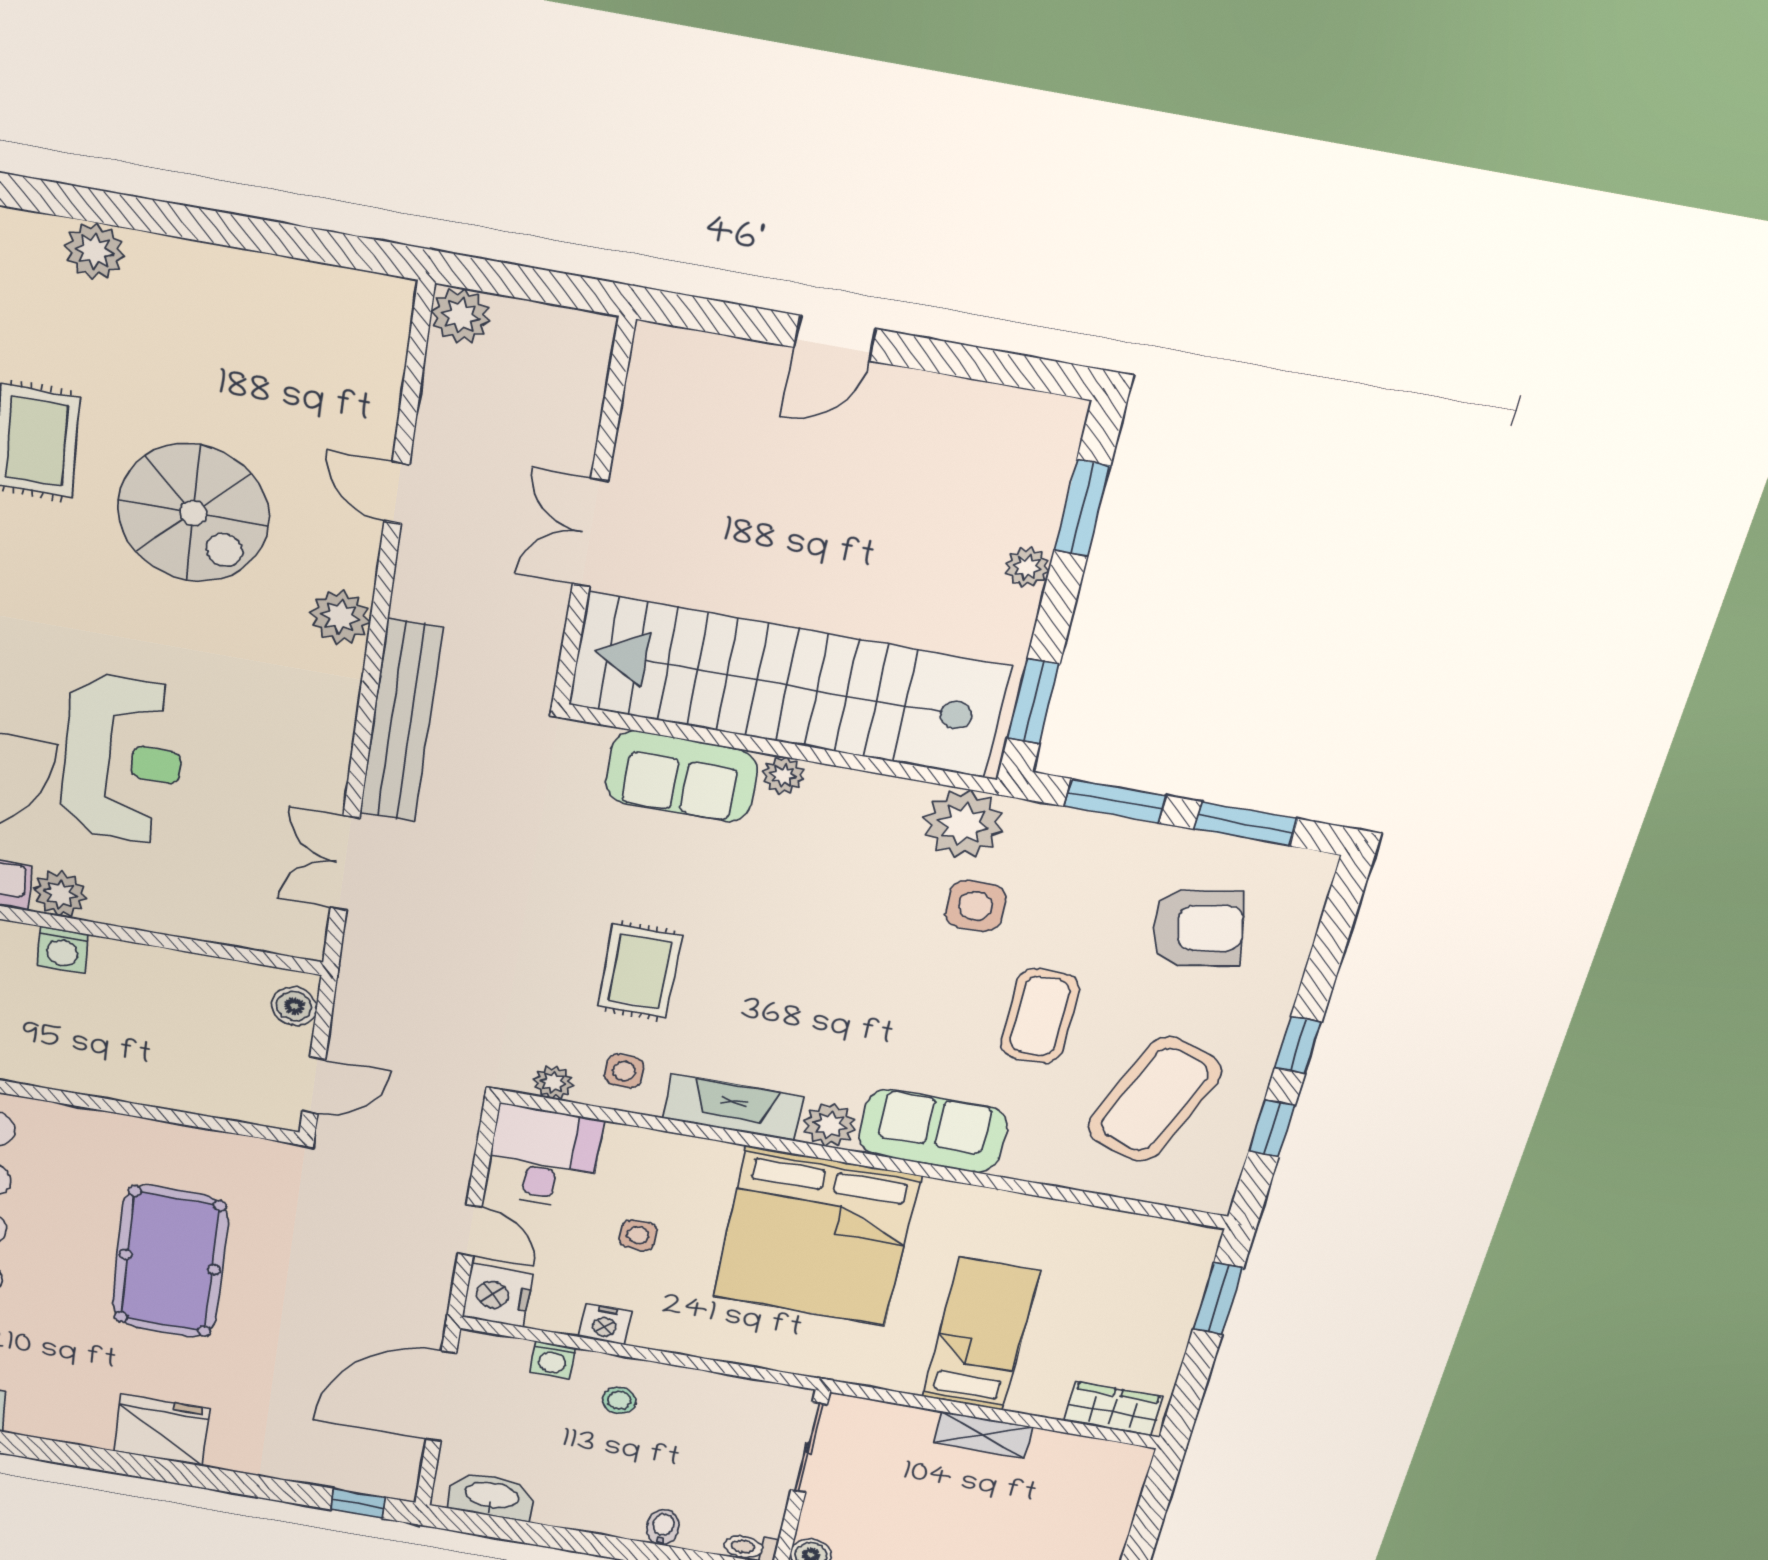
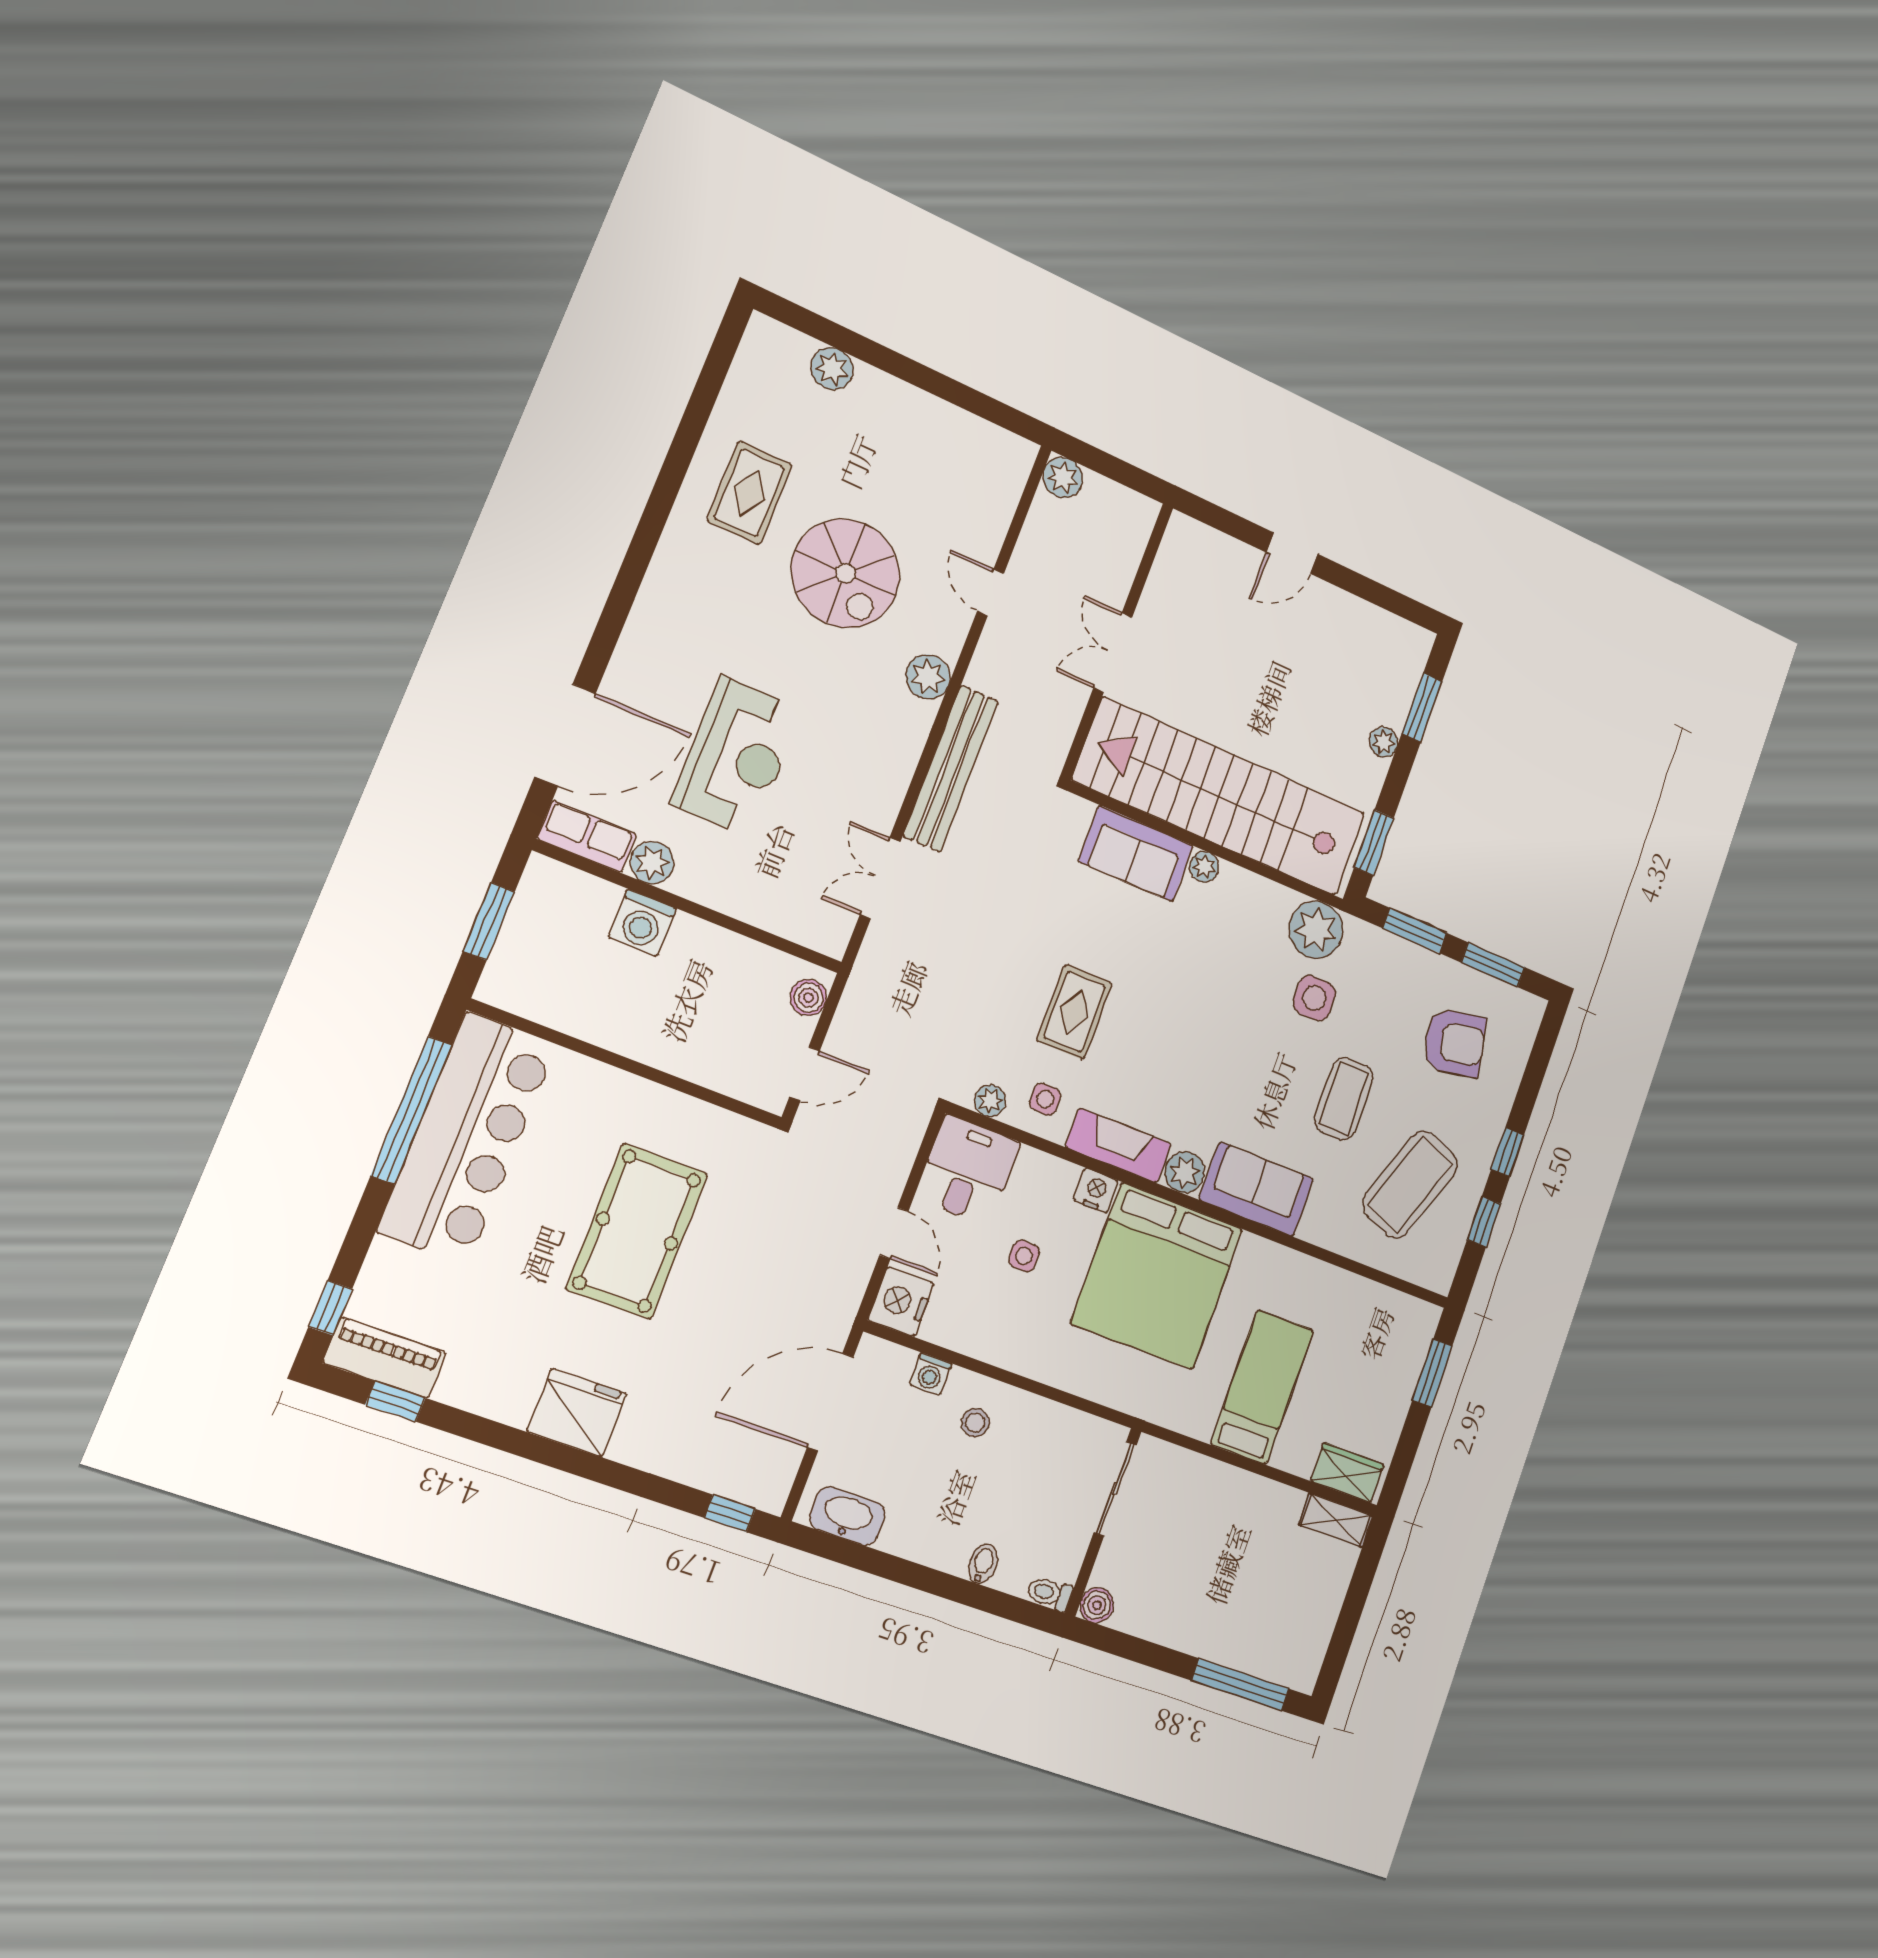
washing machine: (63, 950) -> (642, 923), width x1.38, depth x1.38
nightstand: (605, 1324) -> (1096, 1190), moved, turned 180
shelving: (983, 1435) -> (1336, 1520), moved

